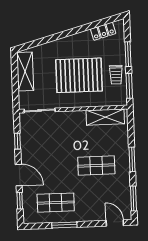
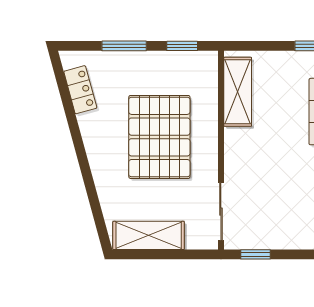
trolley: (116, 75) -> (161, 69), removed
window: (129, 86) -> (182, 46), width x0.67
window: (17, 141) -> (255, 254), moved

